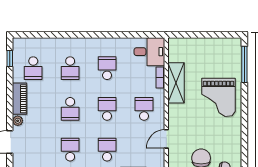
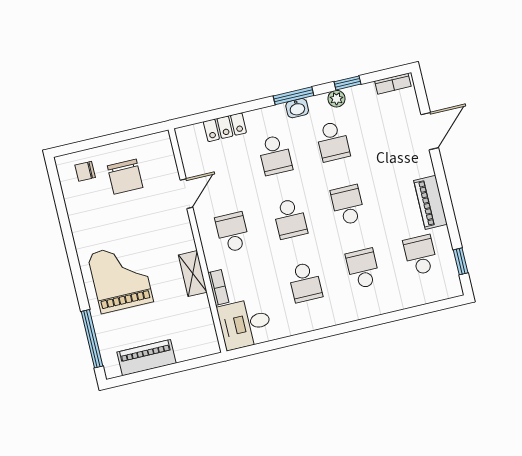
piano: (214, 45) -> (146, 358), added
shelving: (176, 83) -> (193, 274), width x0.67, depth x0.75
school desk: (144, 109) -> (232, 232), turned 180
plant: (18, 121) -> (425, 167), removed

